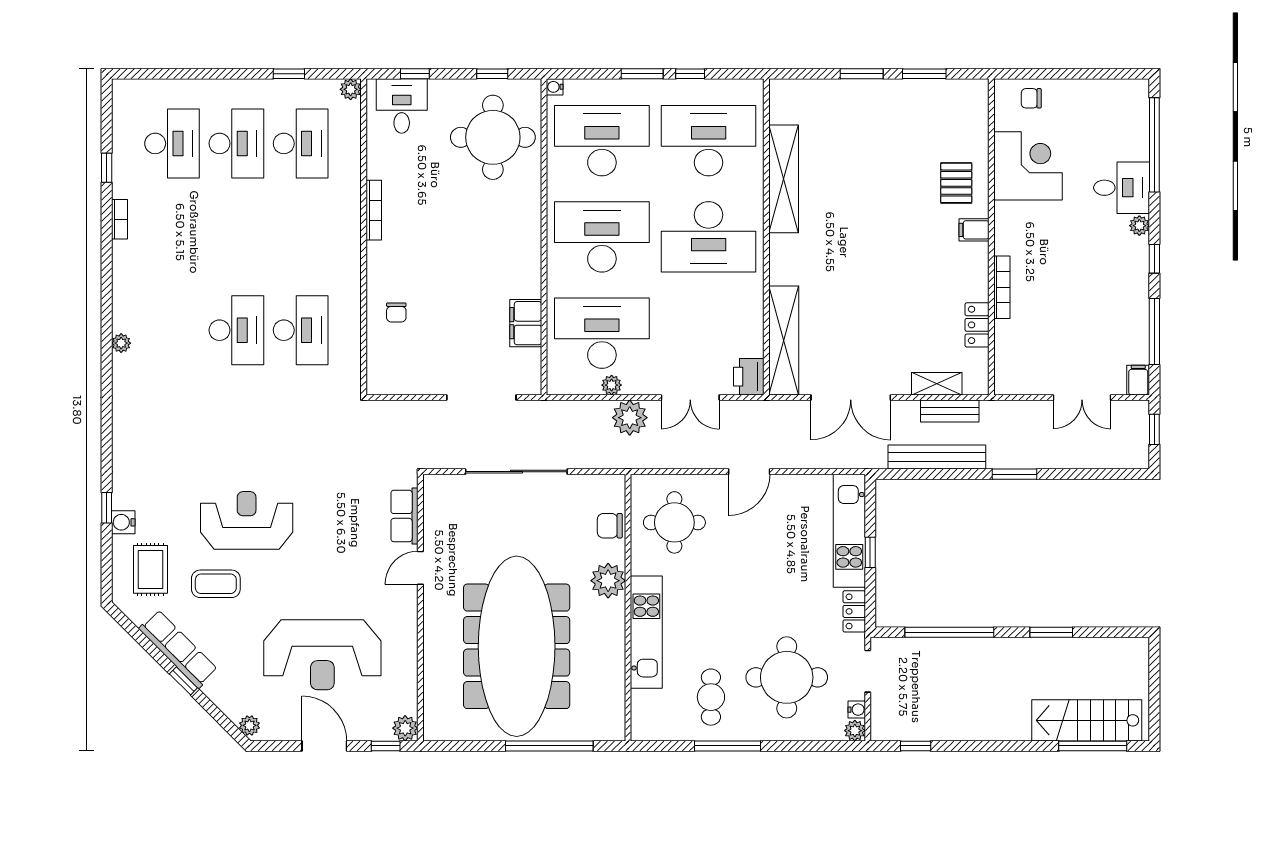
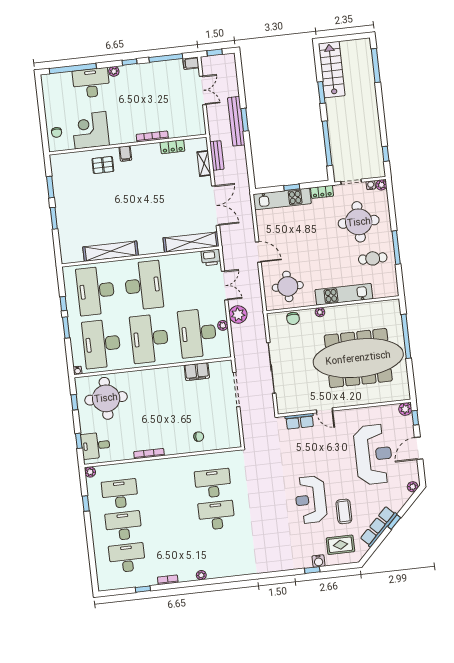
desk: (1122, 188) -> (91, 83), width x1.37
plant: (121, 343) -> (201, 575), moved
bench: (937, 457) -> (236, 121), moved
plant: (608, 581) -> (320, 312), width x0.53, depth x0.53
stairs: (1087, 720) -> (332, 70), moved, turned 180

